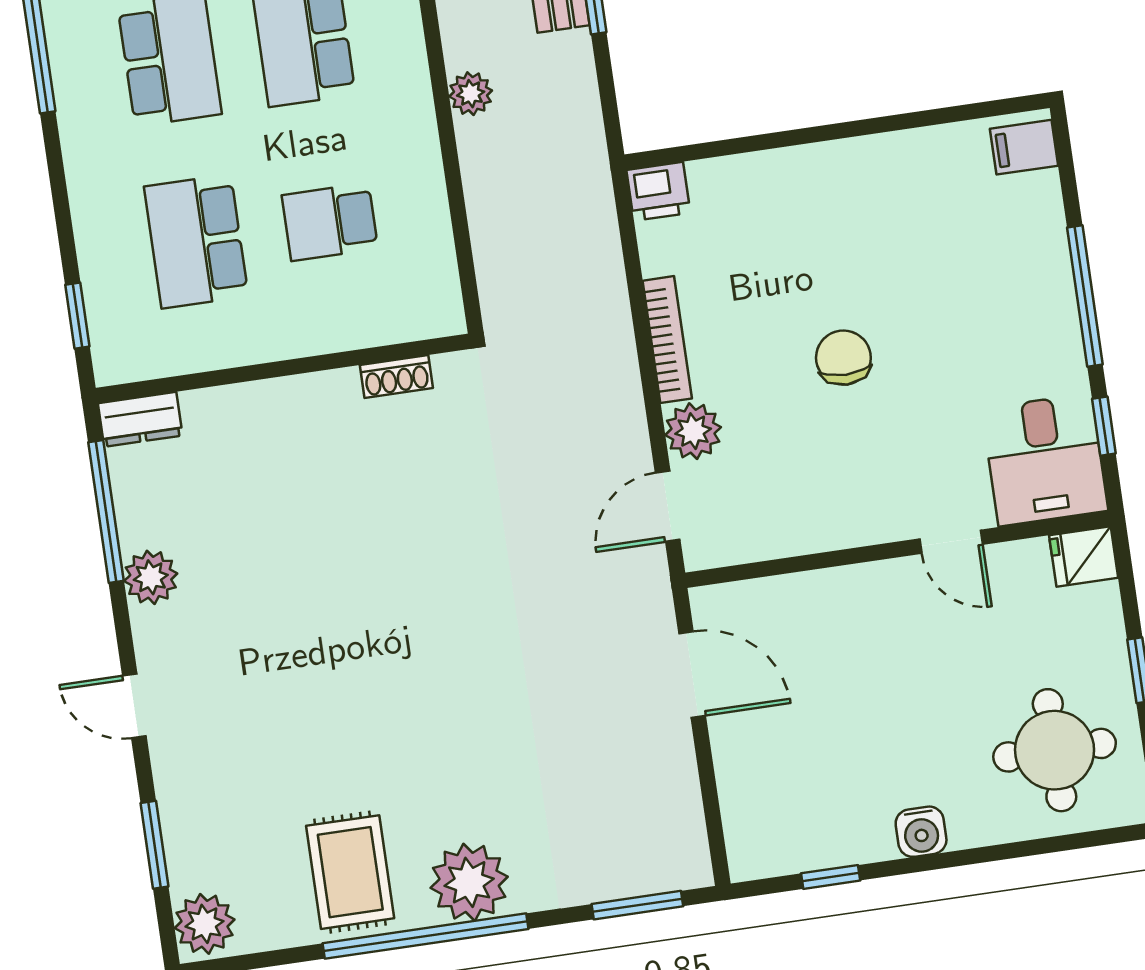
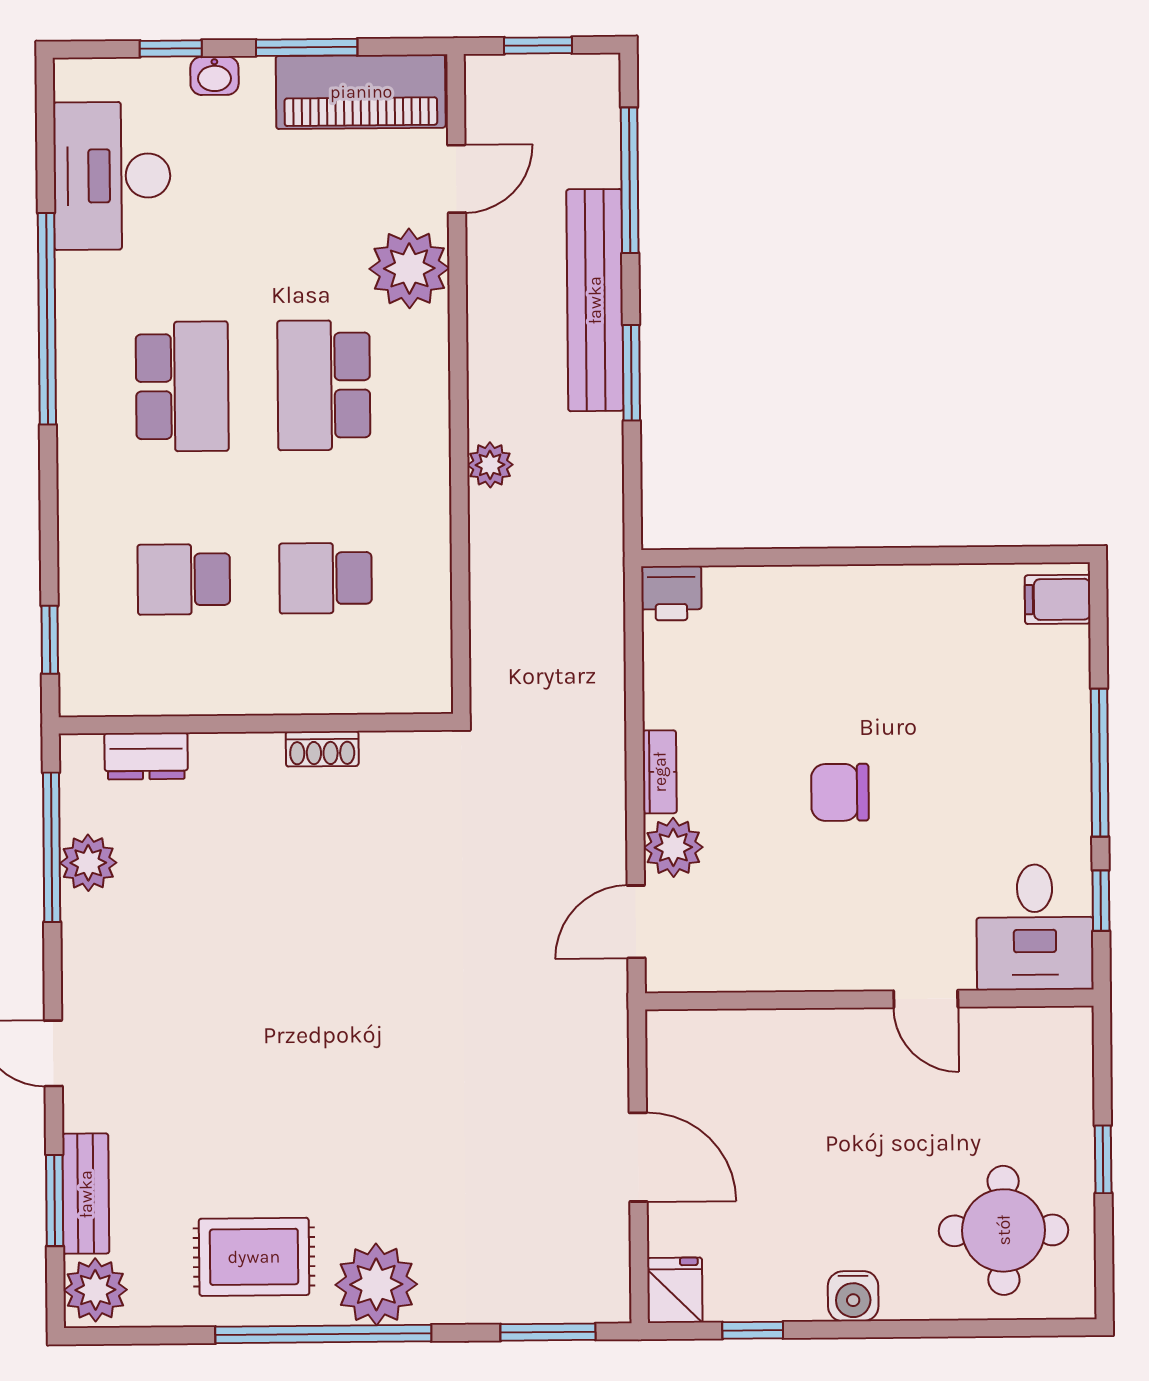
school desk: (196, 241) -> (184, 579), width x0.54
bookcase: (667, 340) -> (660, 772), width x0.64
chair: (843, 358) -> (840, 792), turned -90
shoe rack: (396, 377) -> (322, 749), moved
dresser: (140, 419) -> (146, 756), moved
fridge: (1084, 557) -> (675, 1290), moved, turned 90
plant: (151, 577) -> (88, 863), moved
door: (692, 674) -> (638, 1157), moved
bench: (183, 834) -> (86, 1194), added
rug: (350, 872) -> (254, 1257), turned 90

